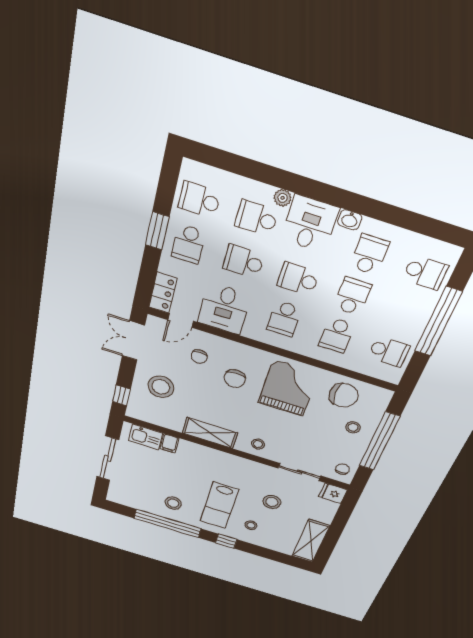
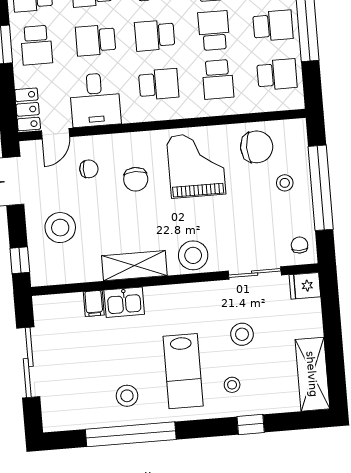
school desk: (406, 314) -> (273, 26), added
school desk: (284, 319) -> (159, 84), turned -90
chair: (199, 357) -> (89, 169), turned -90
kitchen sink: (146, 437) -> (124, 302), moved
stool: (258, 444) -> (193, 255), width x1.89, depth x1.89
window: (226, 541) -> (251, 424), moved

